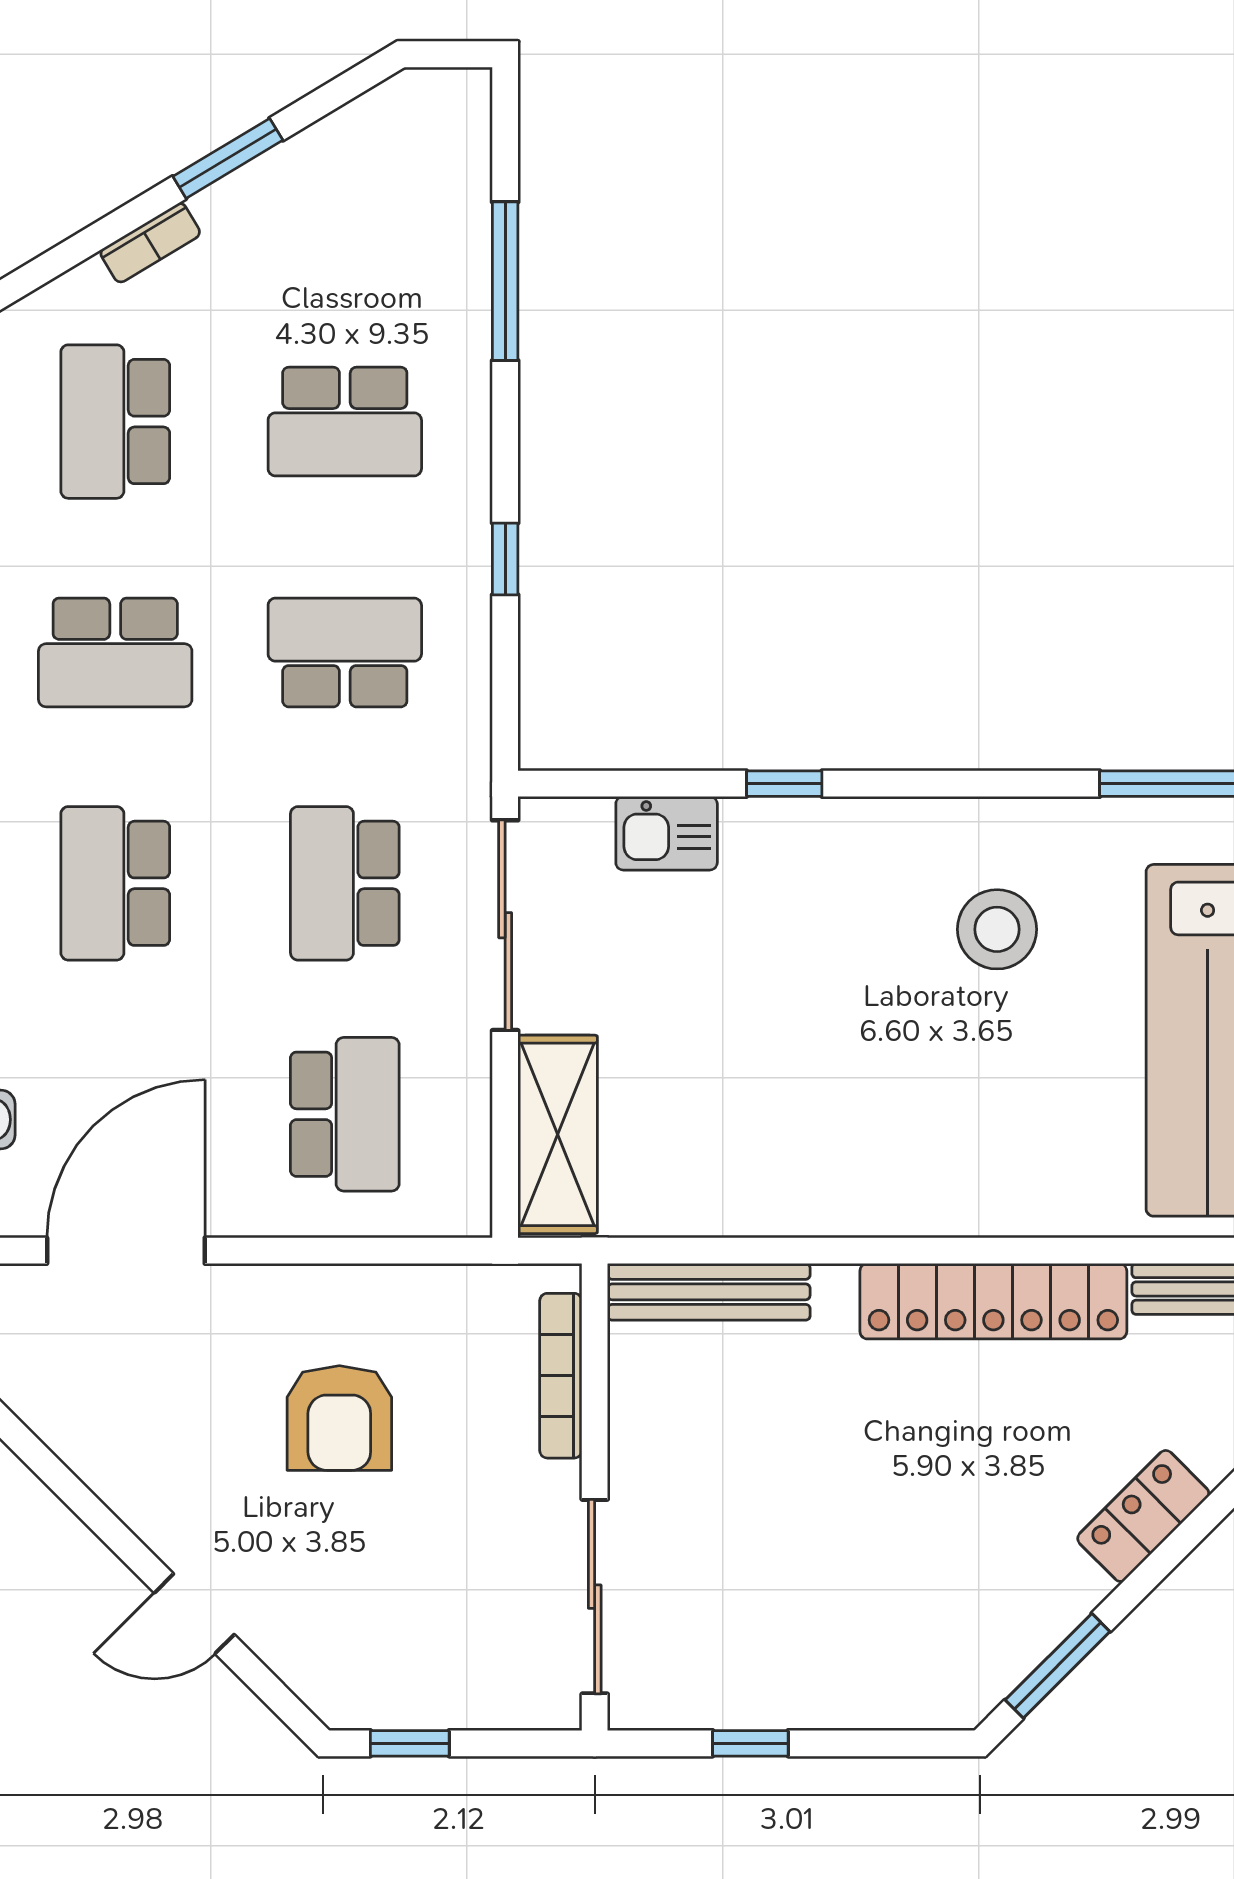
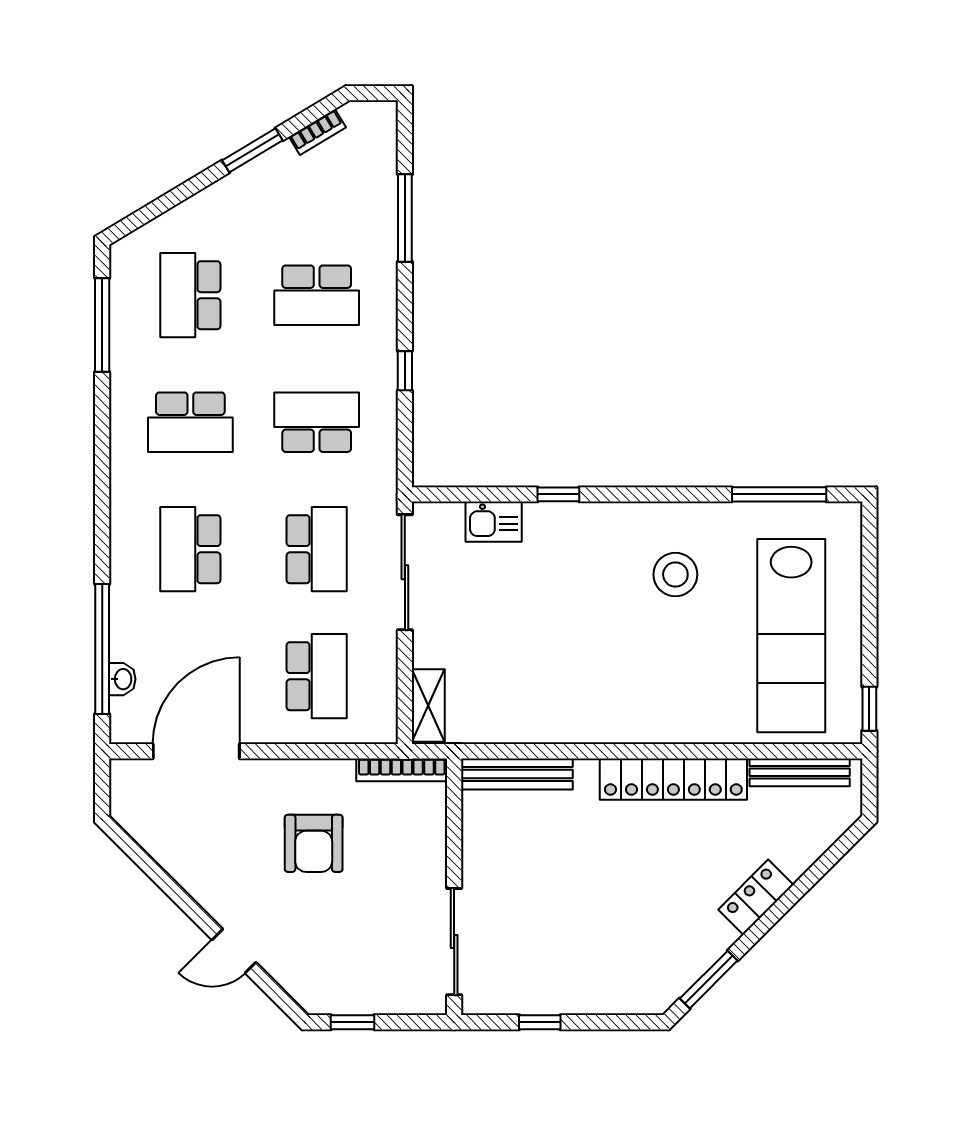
bookcase: (150, 243) -> (317, 132), moved
school desk: (345, 883) -> (317, 549), turned 180
shelving: (558, 1134) -> (428, 706), width x0.67, depth x0.75
bookcase: (561, 1376) -> (402, 770), moved, turned -90

